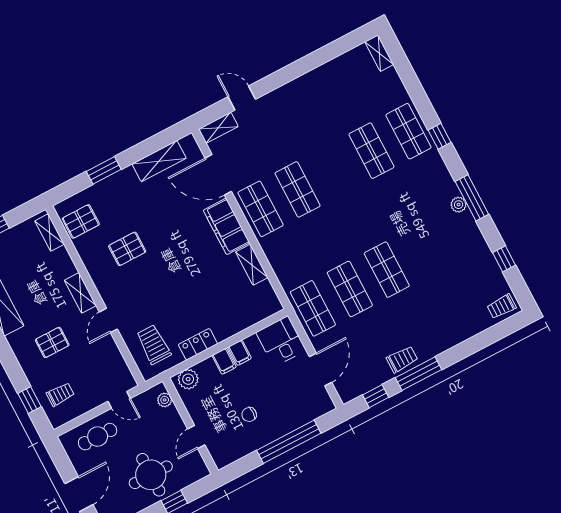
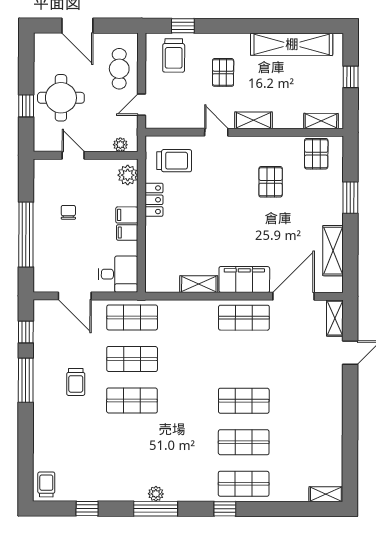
shop shelf: (298, 189) -> (244, 401), moved
trolley: (402, 359) -> (76, 382), moved
trolley: (60, 394) -> (174, 55), width x1.36, depth x1.39

